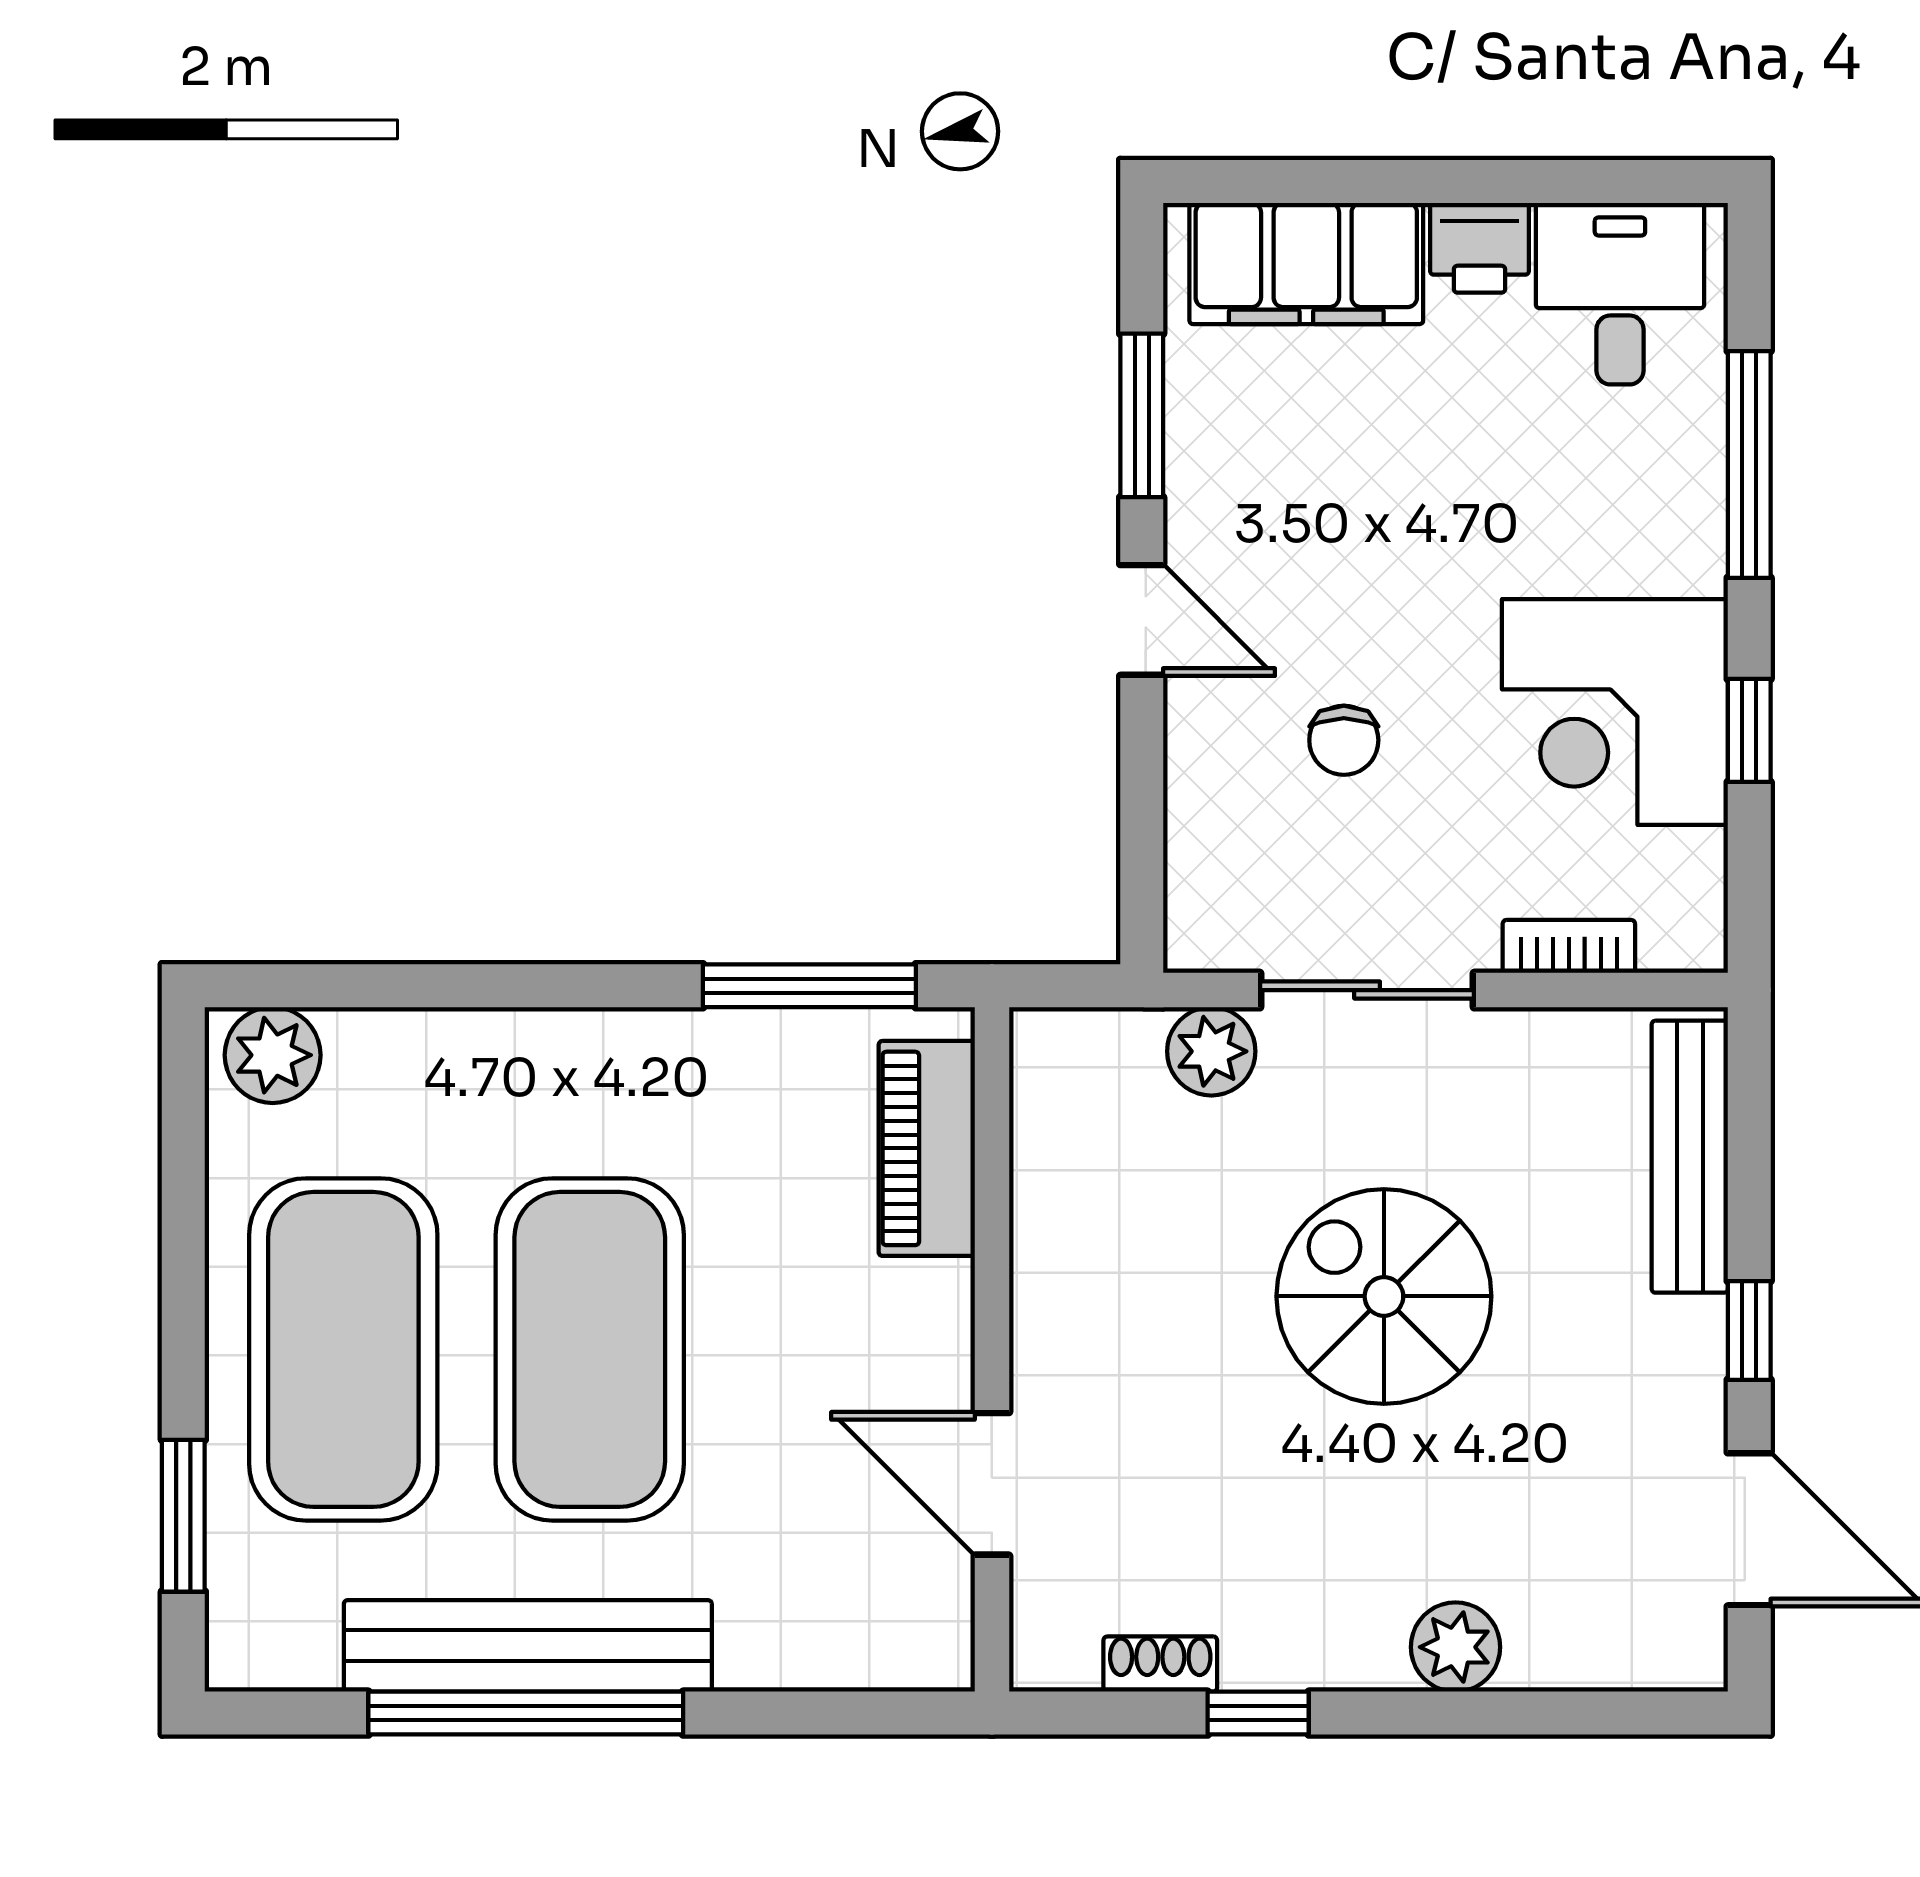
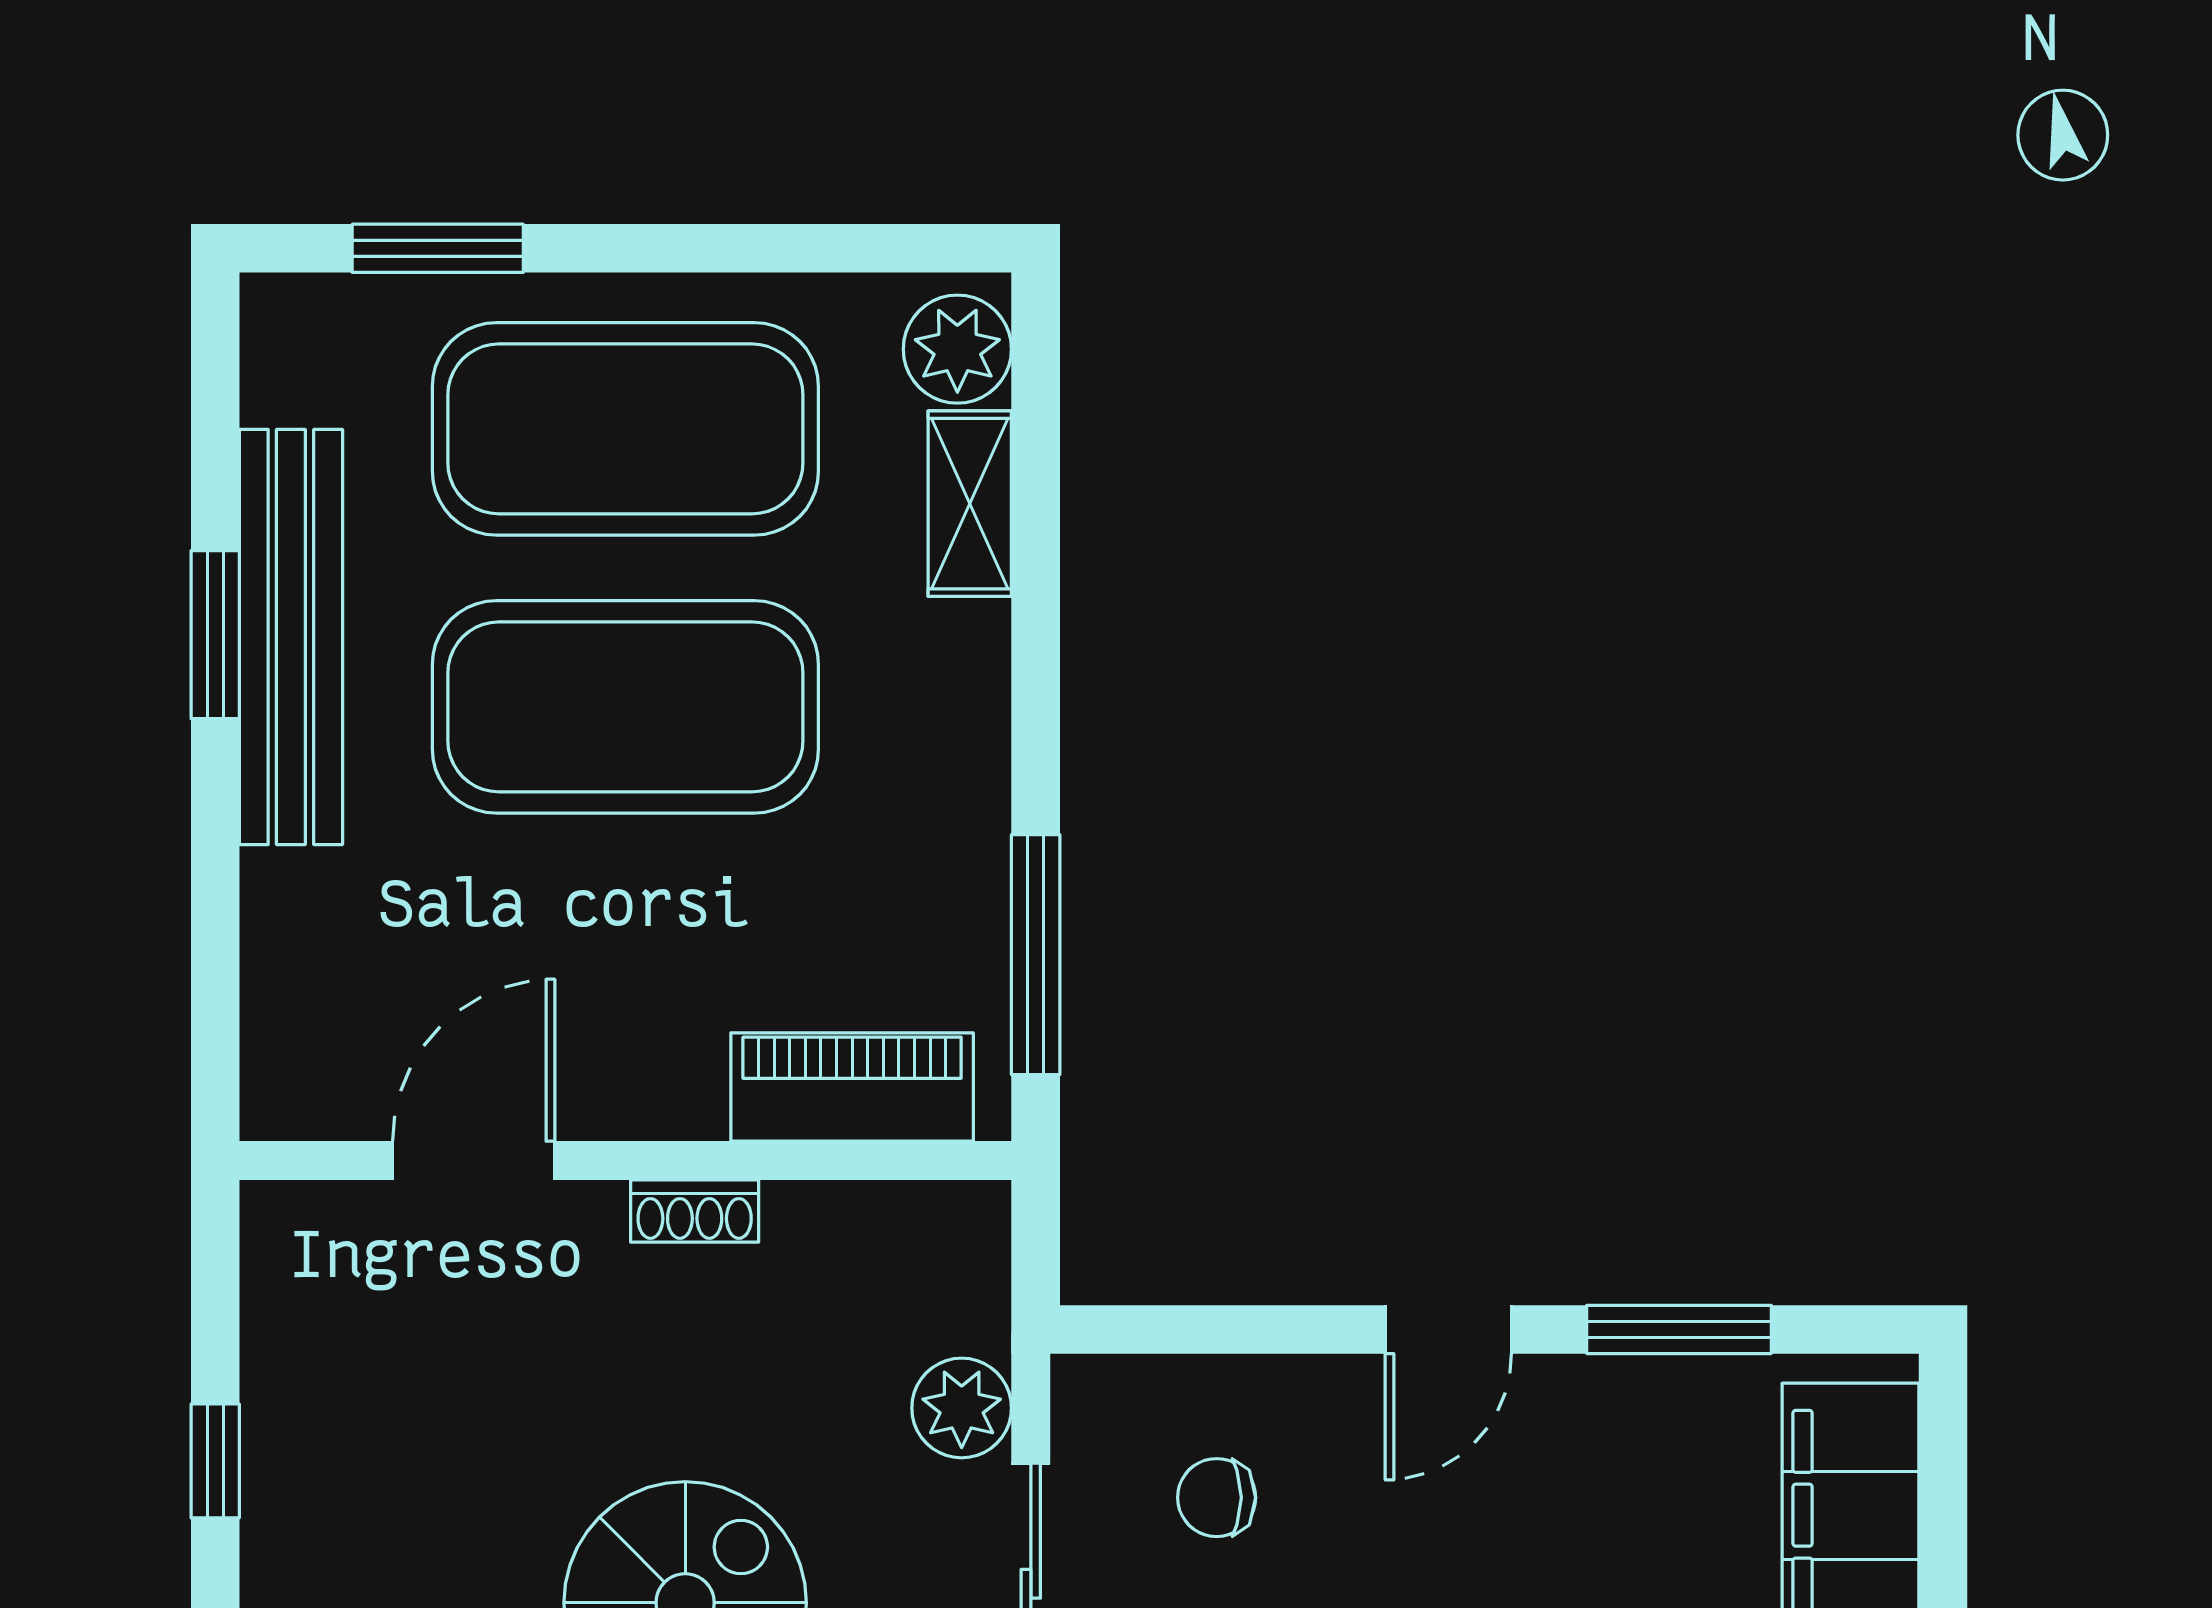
chair: (1344, 740) -> (1217, 1498), moved
shelving: (410, 1044) -> (970, 504), added
shoe rack: (1160, 1664) -> (695, 1211), moved, turned 90
window: (526, 1713) -> (215, 635), width x0.47

